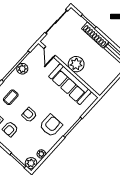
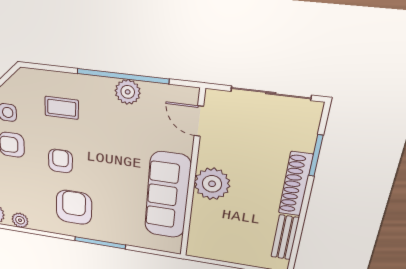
door: (50, 52) -> (199, 121), hinge flipped
armchair: (51, 126) -> (74, 207), turned -90

